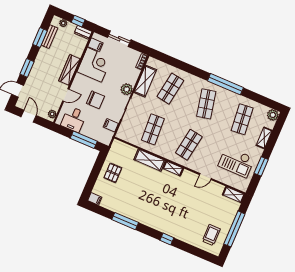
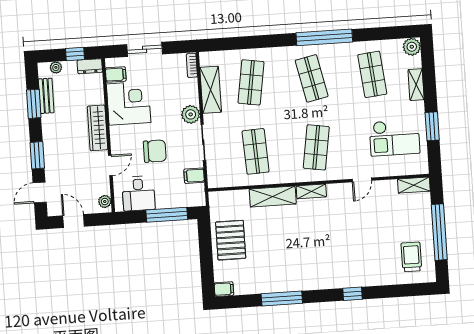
pallet: (113, 173) -> (231, 240), width x1.50, depth x1.42

